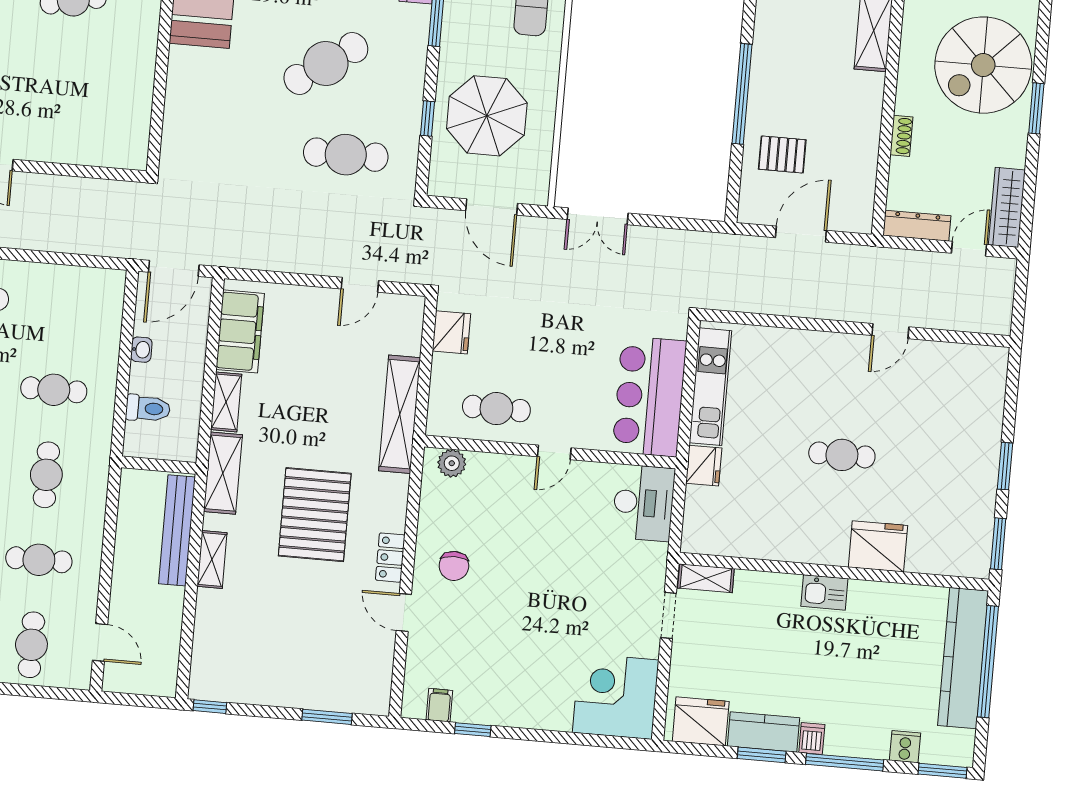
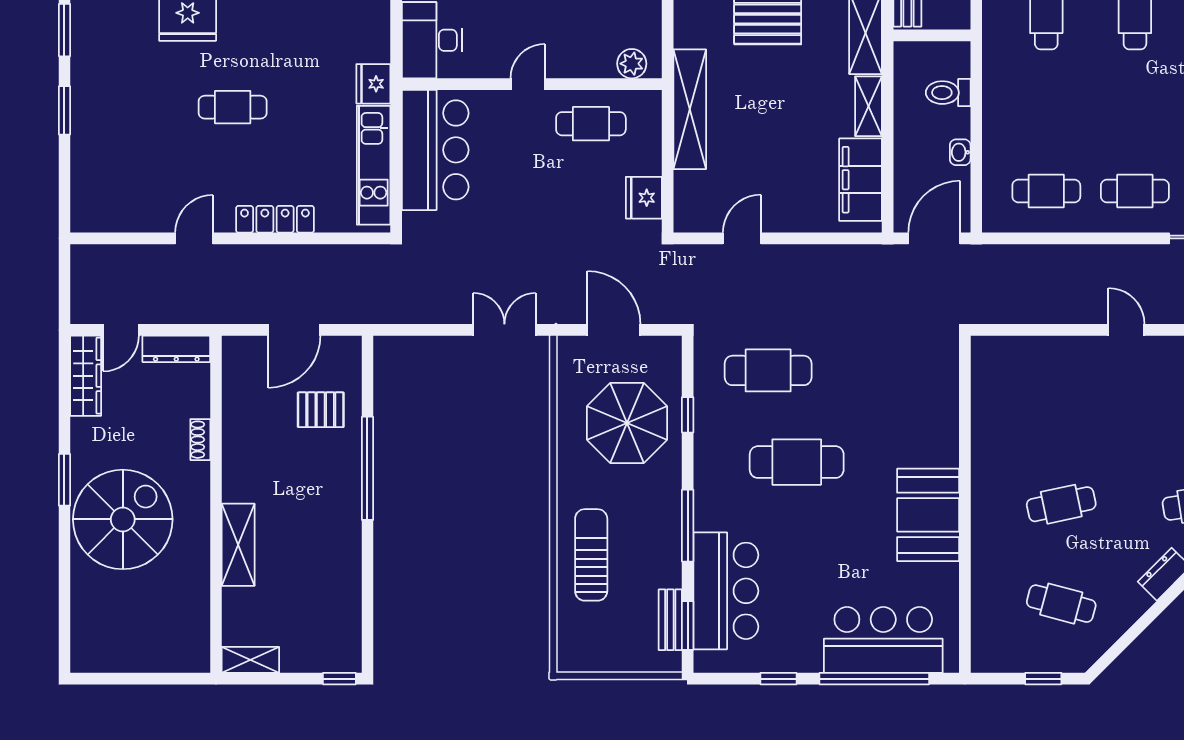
cafe table: (326, 64) -> (797, 462), turned 35
locker: (810, 343) -> (275, 219), added
cafe table: (54, 390) -> (1046, 191), moved

